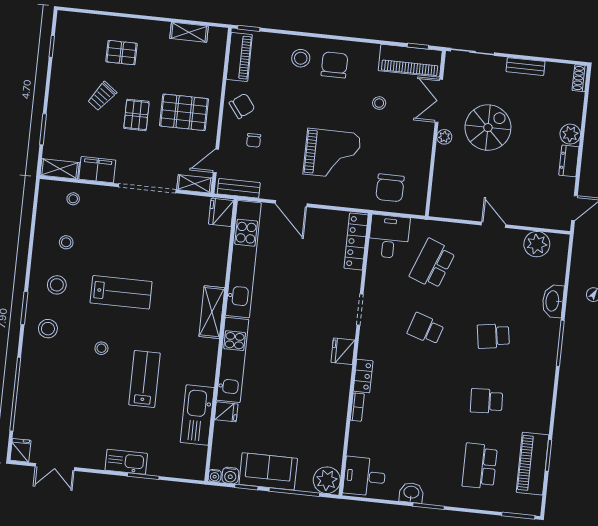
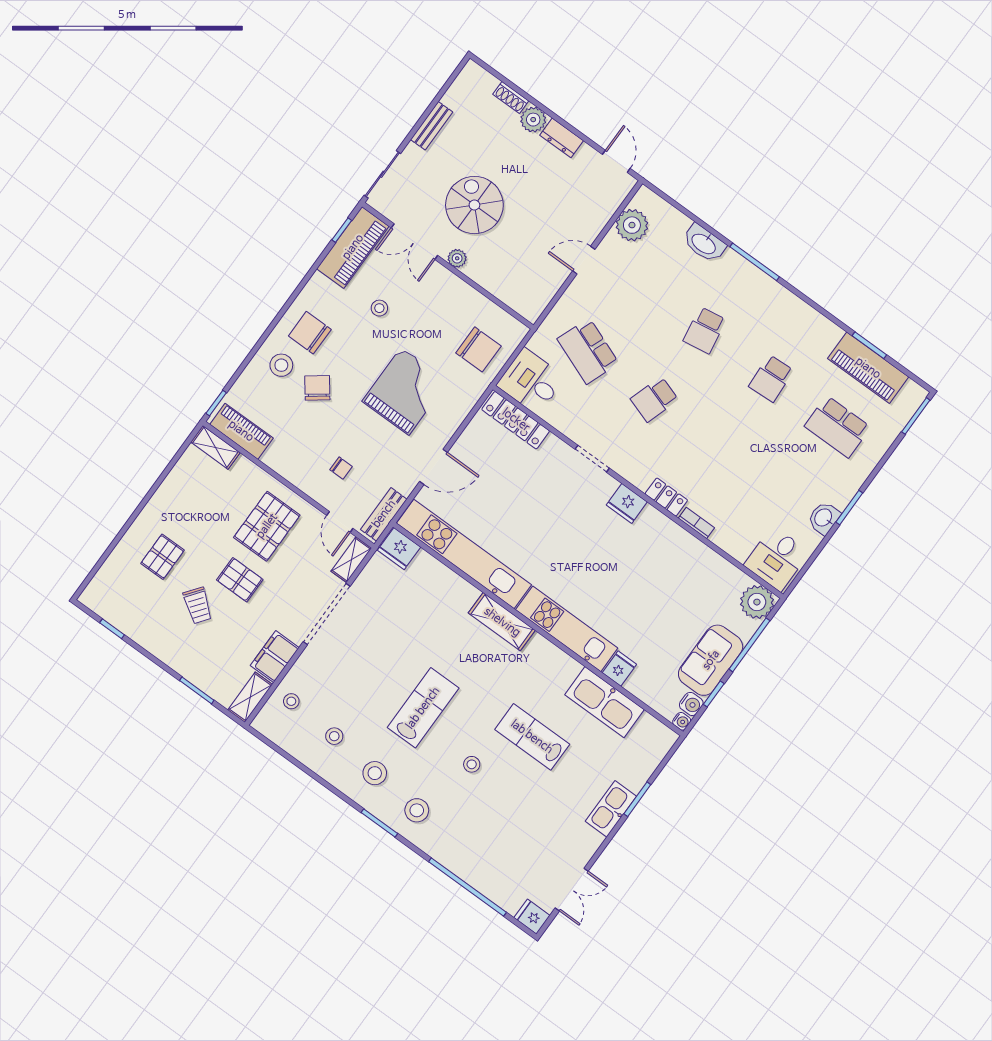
shelving: (189, 32) -> (215, 447), moved, turned 90
shoe rack: (580, 78) -> (511, 98), moved
chair: (242, 106) -> (317, 388), moved

